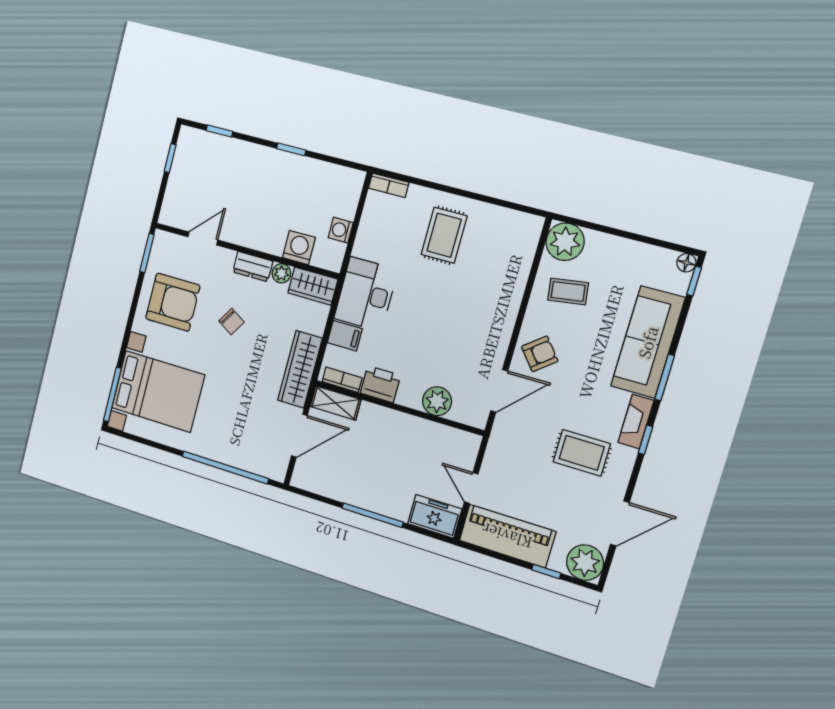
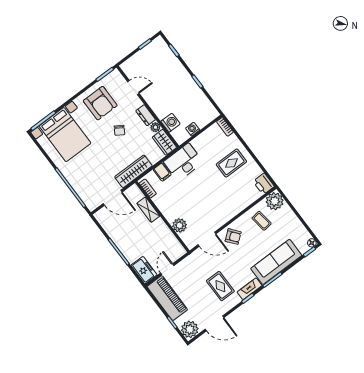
printer: (380, 384) -> (264, 184), moved, turned 180
shelving: (336, 403) -> (148, 210), moved

